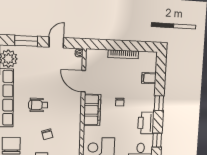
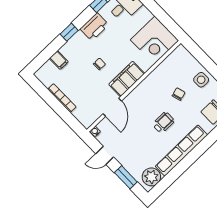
wheelchair: (38, 105) -> (163, 123), turned -90

